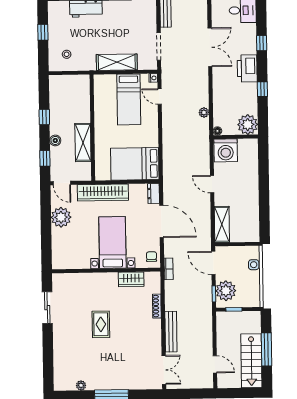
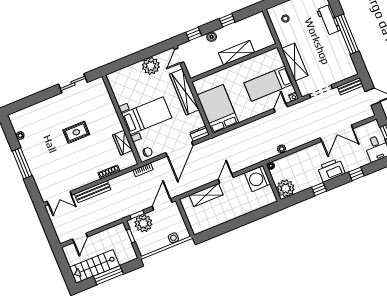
shelving: (83, 142) -> (237, 53), moved
shelving: (222, 224) -> (206, 195), moved

